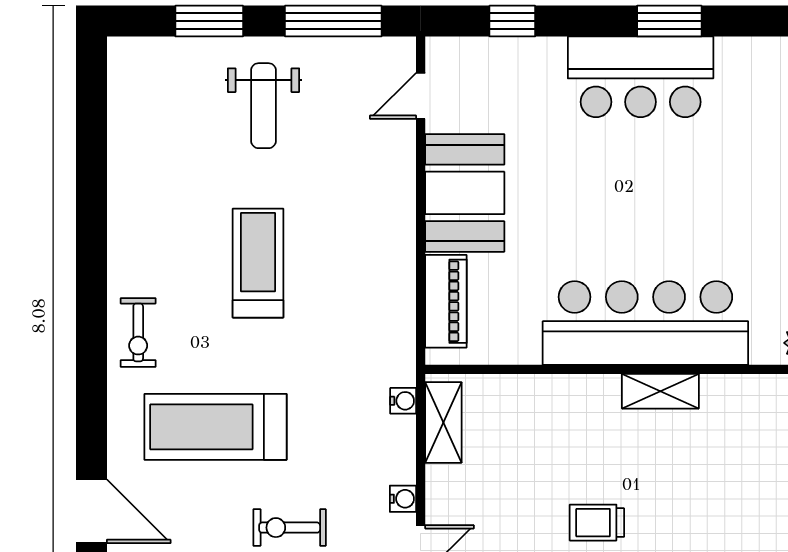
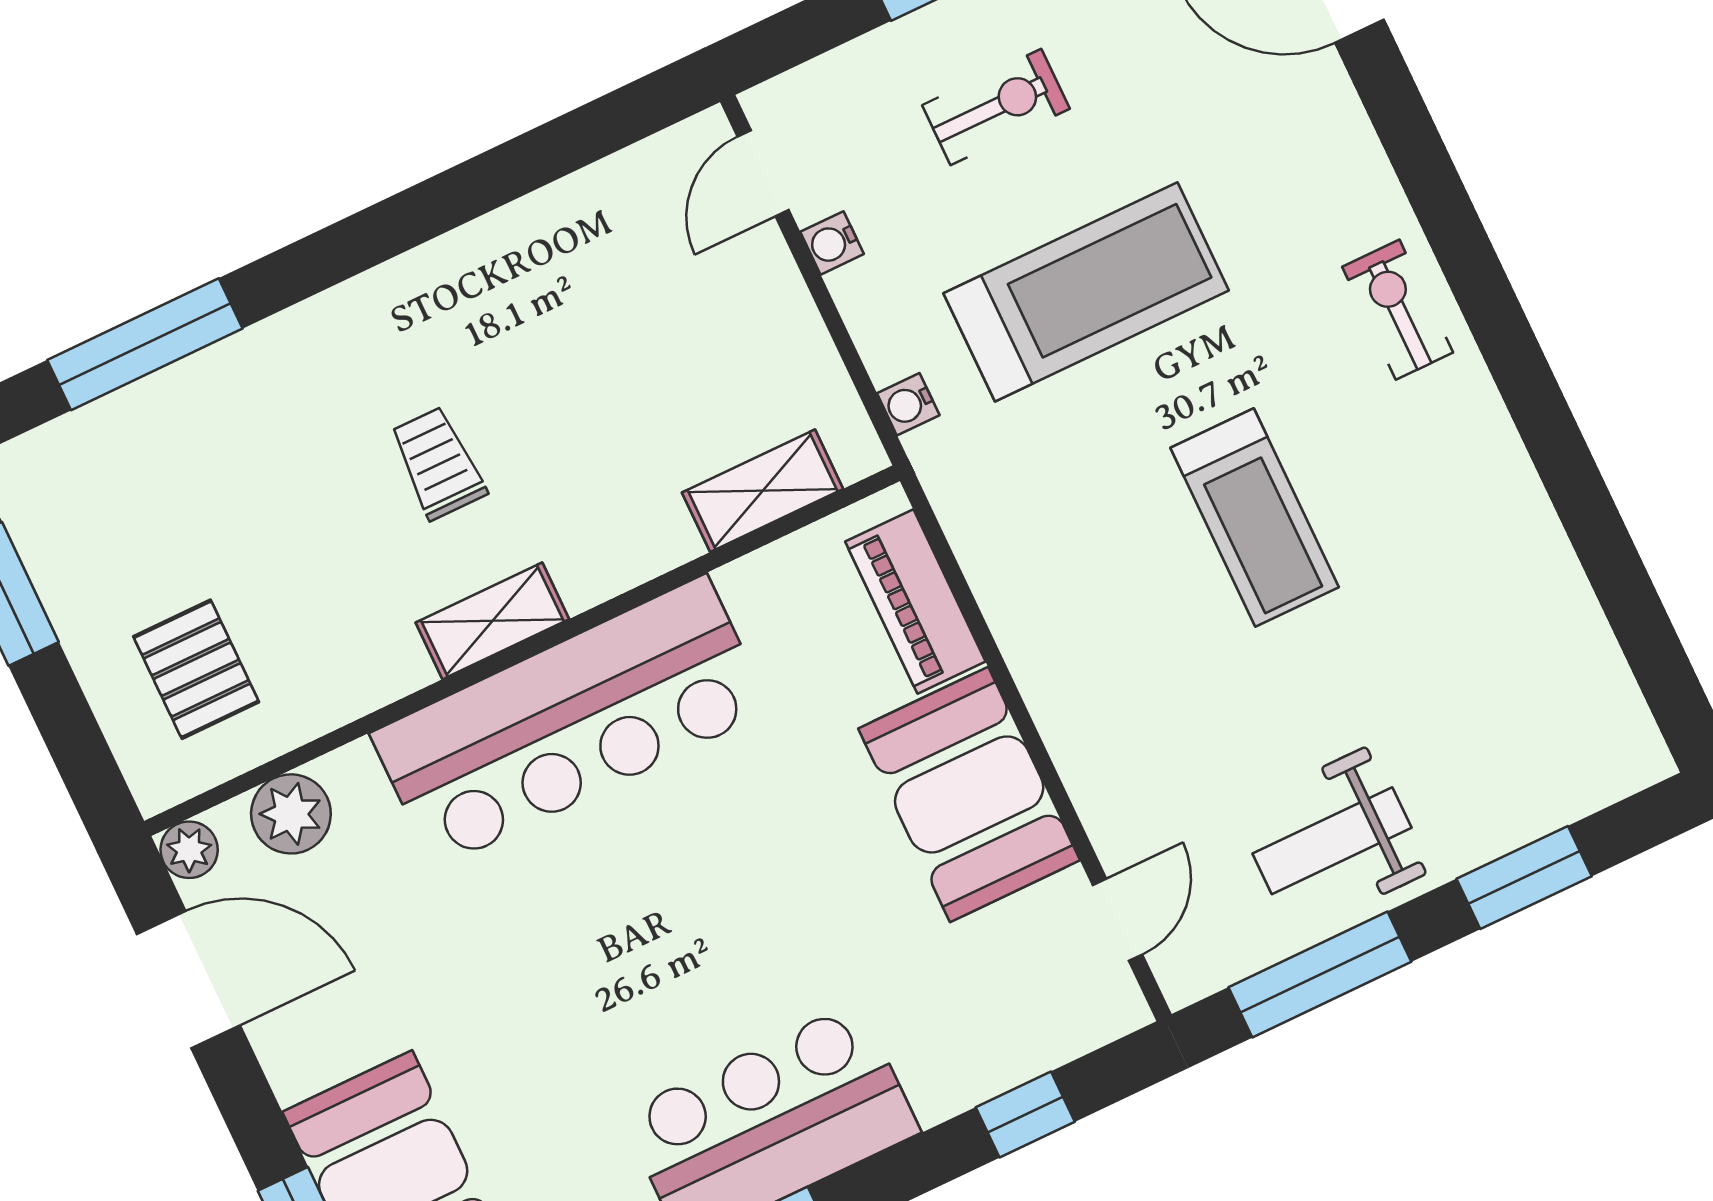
weight bench: (263, 106) -> (1332, 841), moved, turned -90
shelving: (443, 422) -> (763, 491), moved, turned 90
treadmill: (216, 427) -> (1086, 292), moved
trolley: (597, 523) -> (438, 463), moved, turned -90

